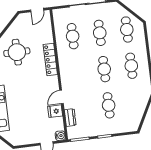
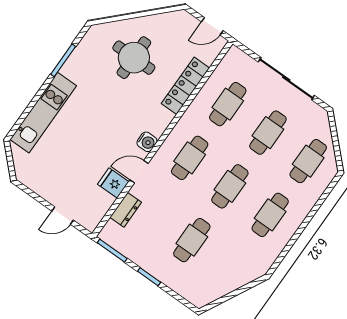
locker: (50, 59) -> (185, 86), moved
cafe table: (77, 72) -> (190, 158), added
water cooler: (60, 136) -> (147, 142), moved

